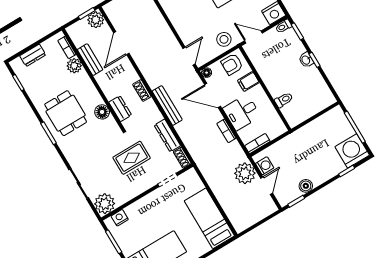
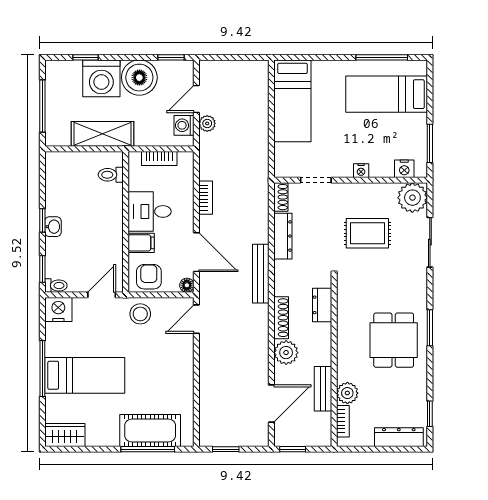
plant: (96, 20) -> (286, 353), moved
door: (253, 37) -> (102, 295), swing flipped
door: (121, 43) -> (271, 403), moved
dresser: (33, 55) -> (399, 437), width x1.44
armchair: (232, 64) -> (149, 277), turned -90
shoe rack: (142, 90) -> (281, 318), width x1.43
toilet: (284, 100) -> (111, 175), moved
floor lamp: (102, 112) -> (347, 314), removed
desk: (242, 112) -> (150, 211), moved, turned 180
shelving: (310, 132) -> (102, 134), added
bookcase: (257, 144) -> (159, 159), moved
washing machine: (352, 151) -> (101, 78), moved
rug: (132, 158) -> (367, 233), moved
plant: (245, 173) -> (207, 123), width x0.53, depth x0.53
boiler: (306, 186) -> (139, 78), width x1.86, depth x1.86
nightstand: (144, 201) -> (361, 171), added

